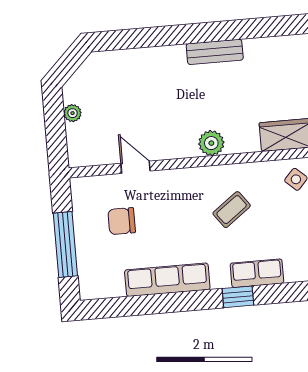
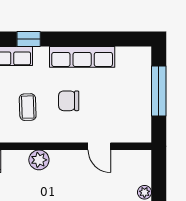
coffee table: (232, 210) -> (28, 107), turned -55
chair: (122, 221) -> (69, 101), moved, turned 180

